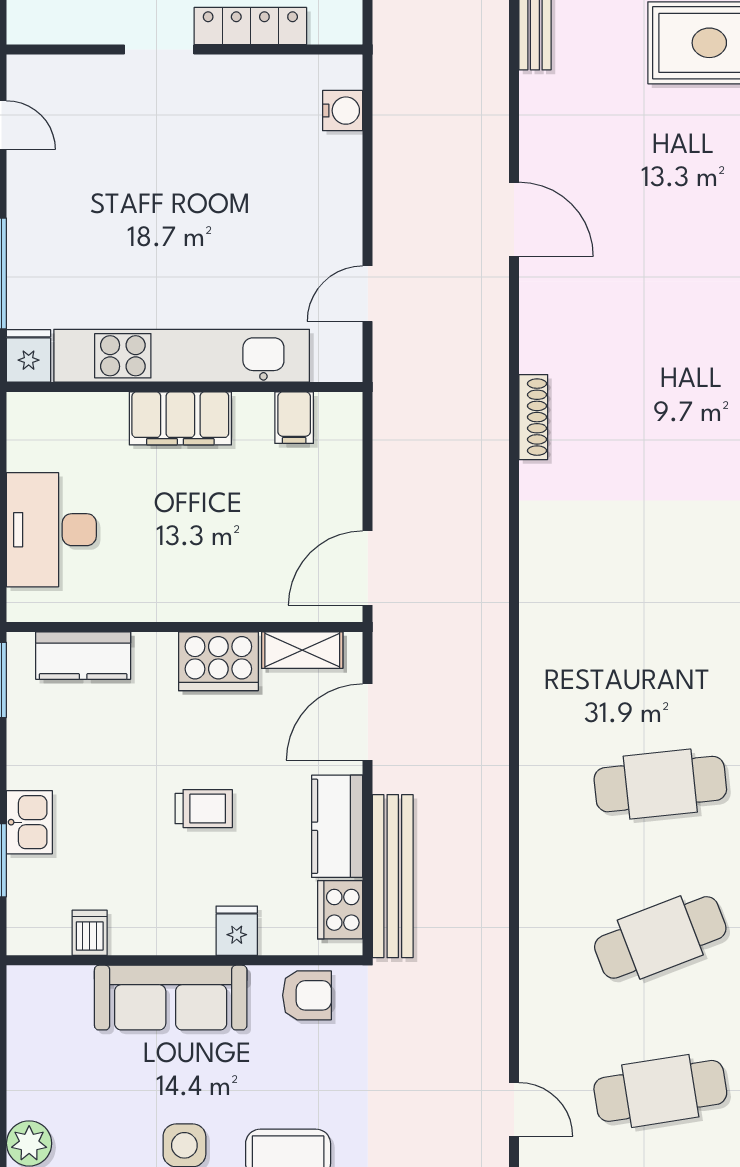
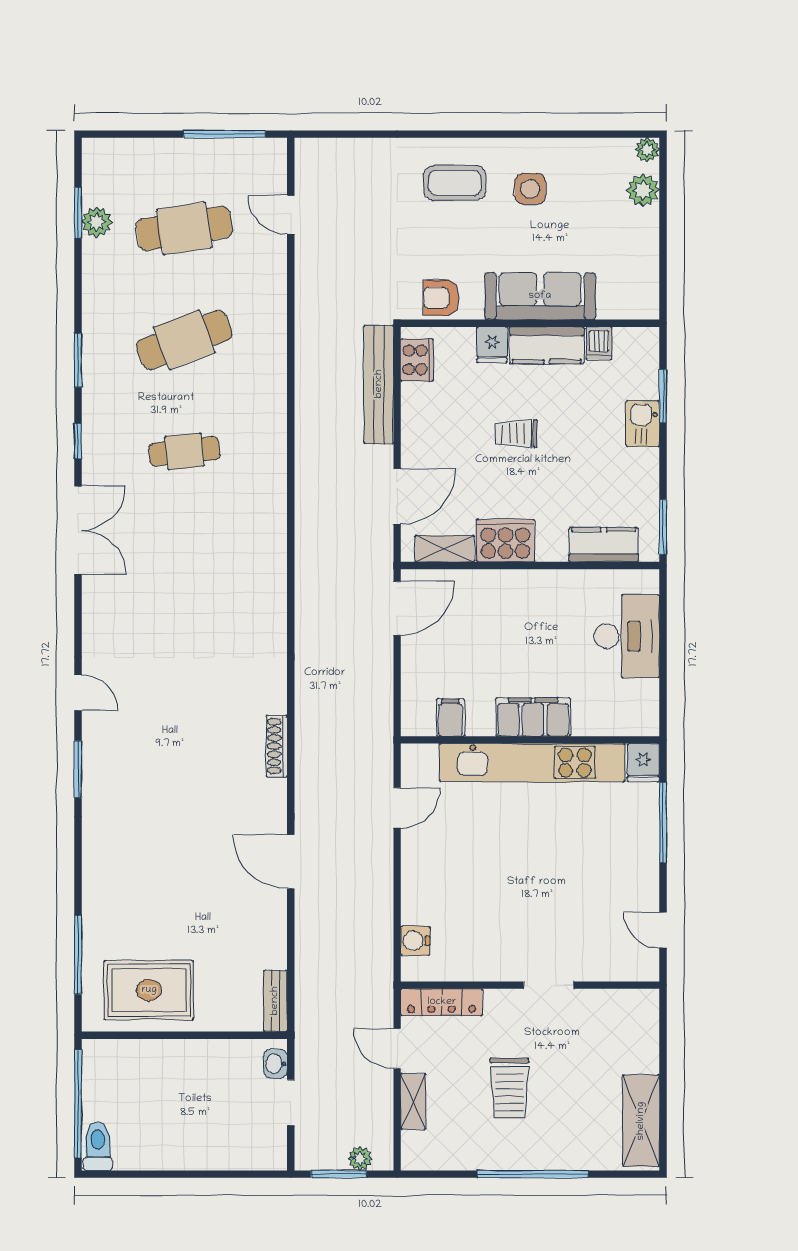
locker: (250, 26) -> (442, 1002), moved
shoe rack: (533, 417) -> (277, 746), moved
cafe table: (660, 784) -> (184, 451), width x0.73, depth x0.74
kitchen counter: (337, 826) -> (547, 345), moved, turned 90

